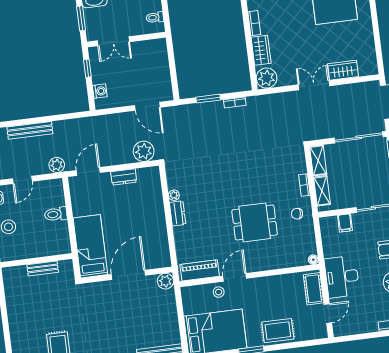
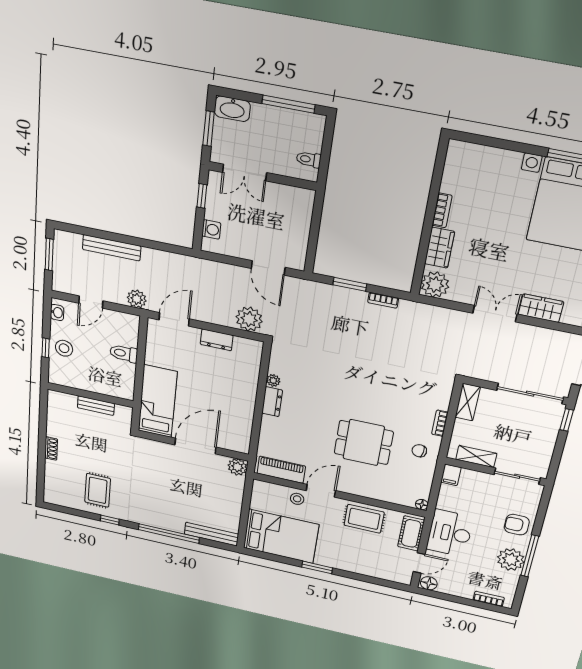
shelving: (322, 191) -> (476, 456), moved, turned 90
filing cabinet: (345, 223) -> (451, 475), moved
shoe rack: (13, 322) -> (51, 448), added
floor lamp: (341, 329) -> (429, 583), added
rug: (278, 331) -> (364, 519), moved

